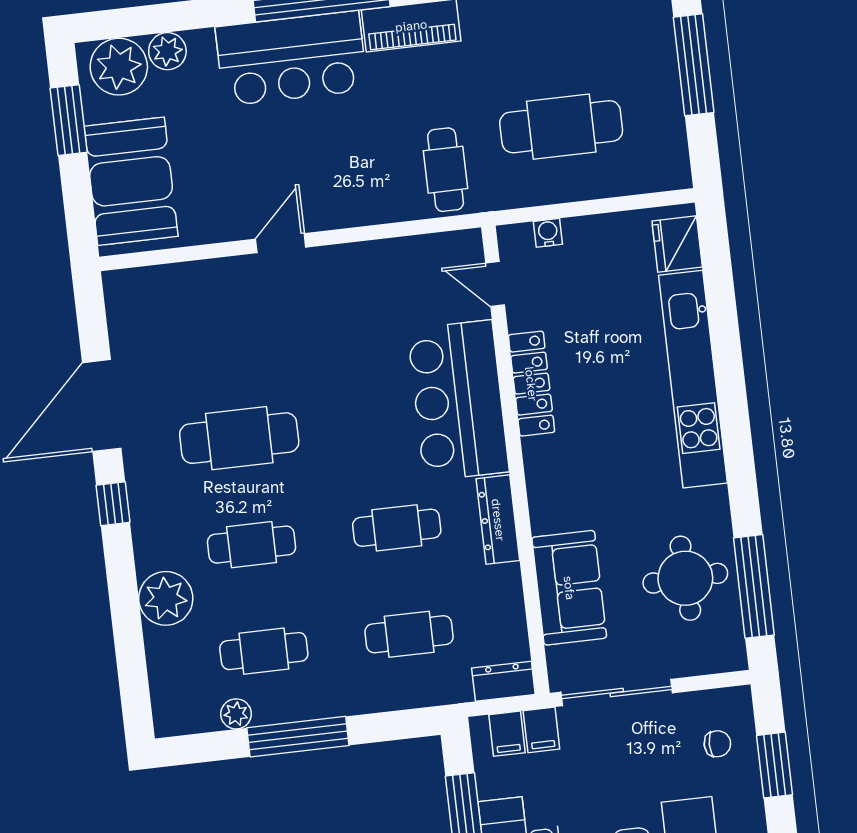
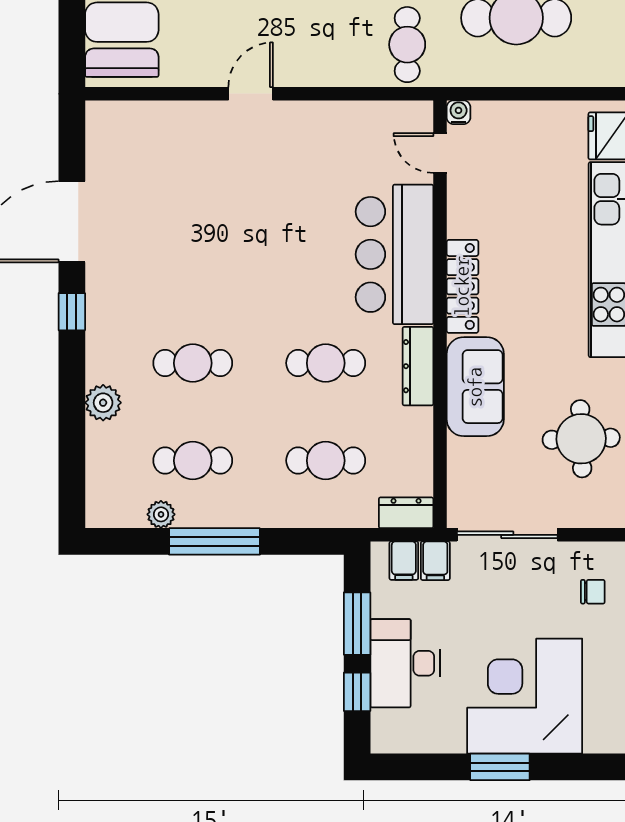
water cooler: (548, 233) -> (459, 112), moved
locker: (531, 384) -> (462, 286), moved
cafe table: (239, 438) -> (193, 266), removed
sofa: (569, 588) -> (475, 387), moved
plant: (166, 598) -> (103, 403), width x0.73, depth x0.73

